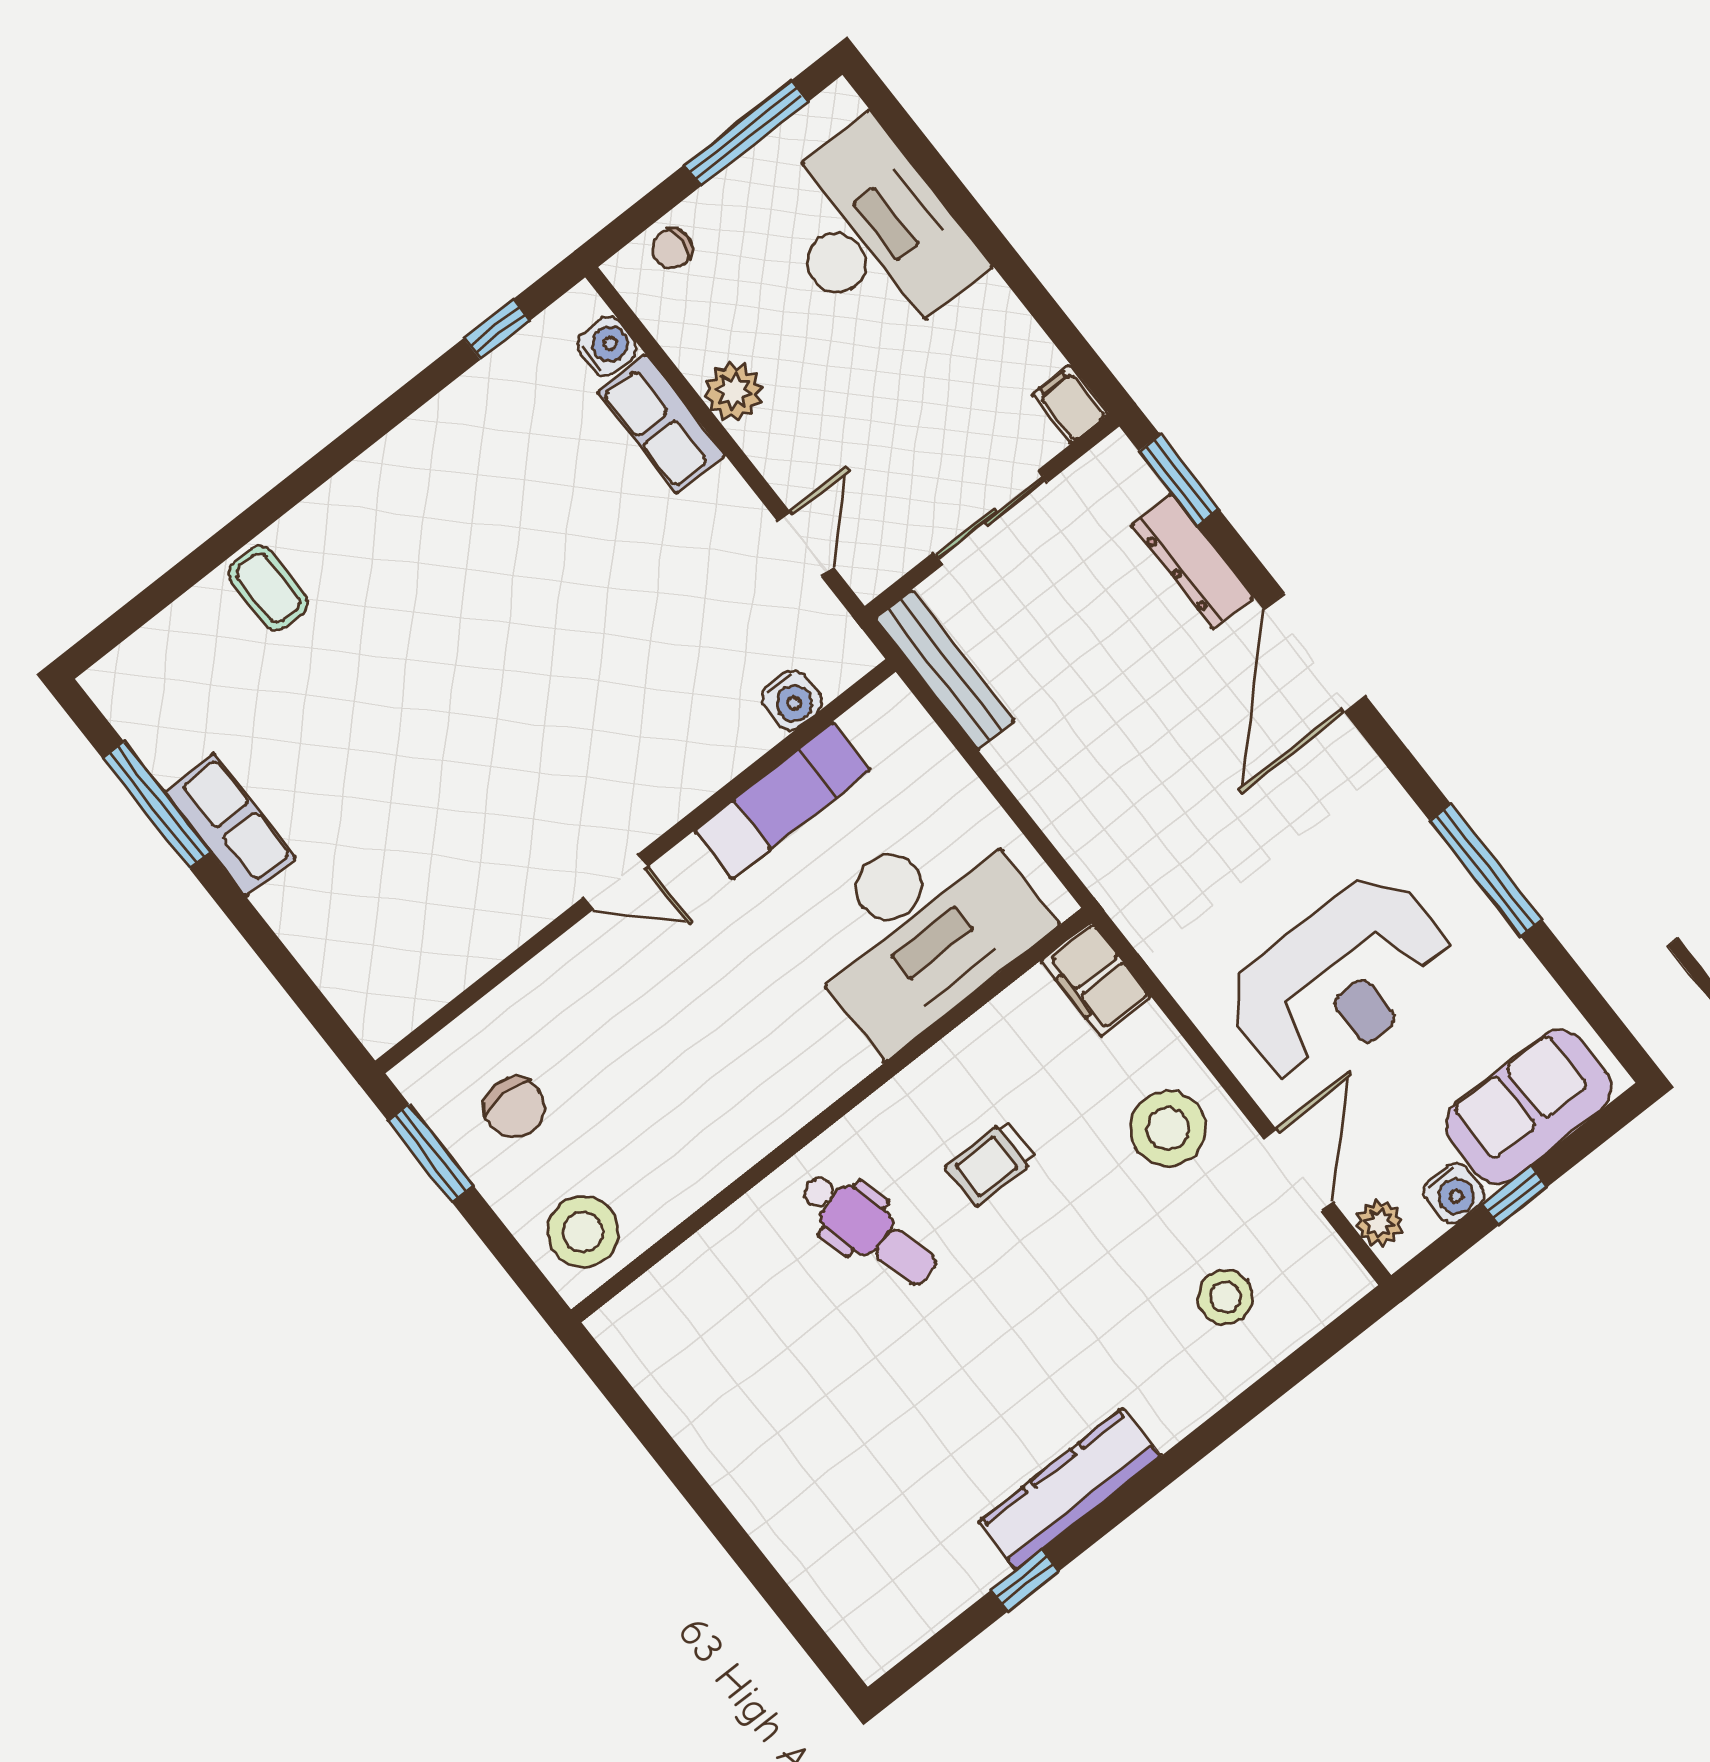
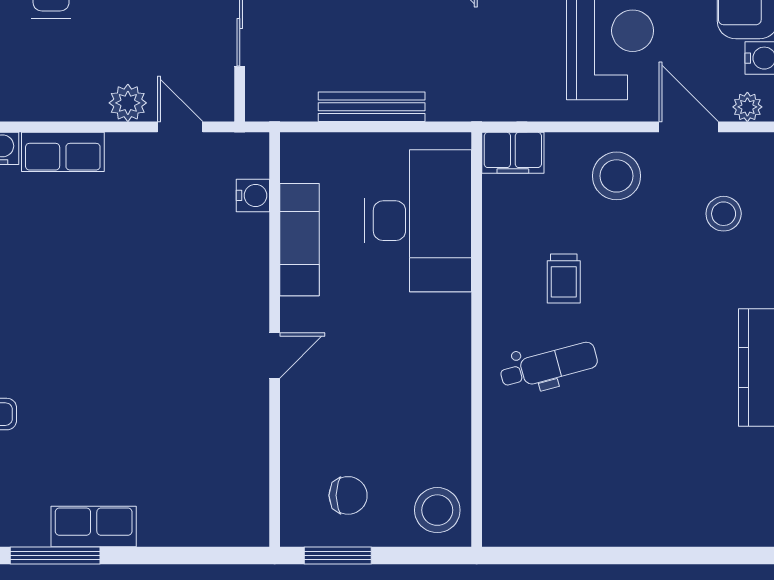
plant: (734, 392) -> (128, 103), moved
bench: (945, 670) -> (372, 107), moved

